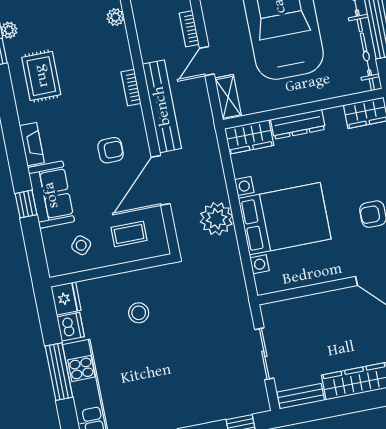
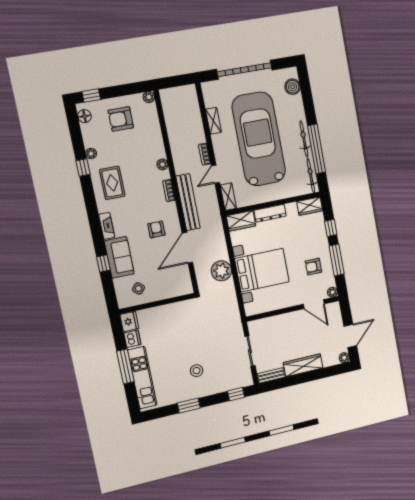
plant: (115, 17) -> (162, 164), moved
armchair: (111, 150) -> (156, 229), turned -90
coffee table: (129, 234) -> (168, 281), removed
stool: (139, 313) -> (197, 371), moved

